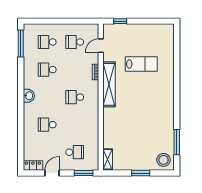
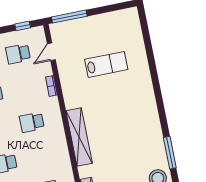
window: (83, 21) -> (23, 26), added
window: (120, 21) -> (69, 17), width x2.17
shelving: (109, 84) -> (79, 137), moved

